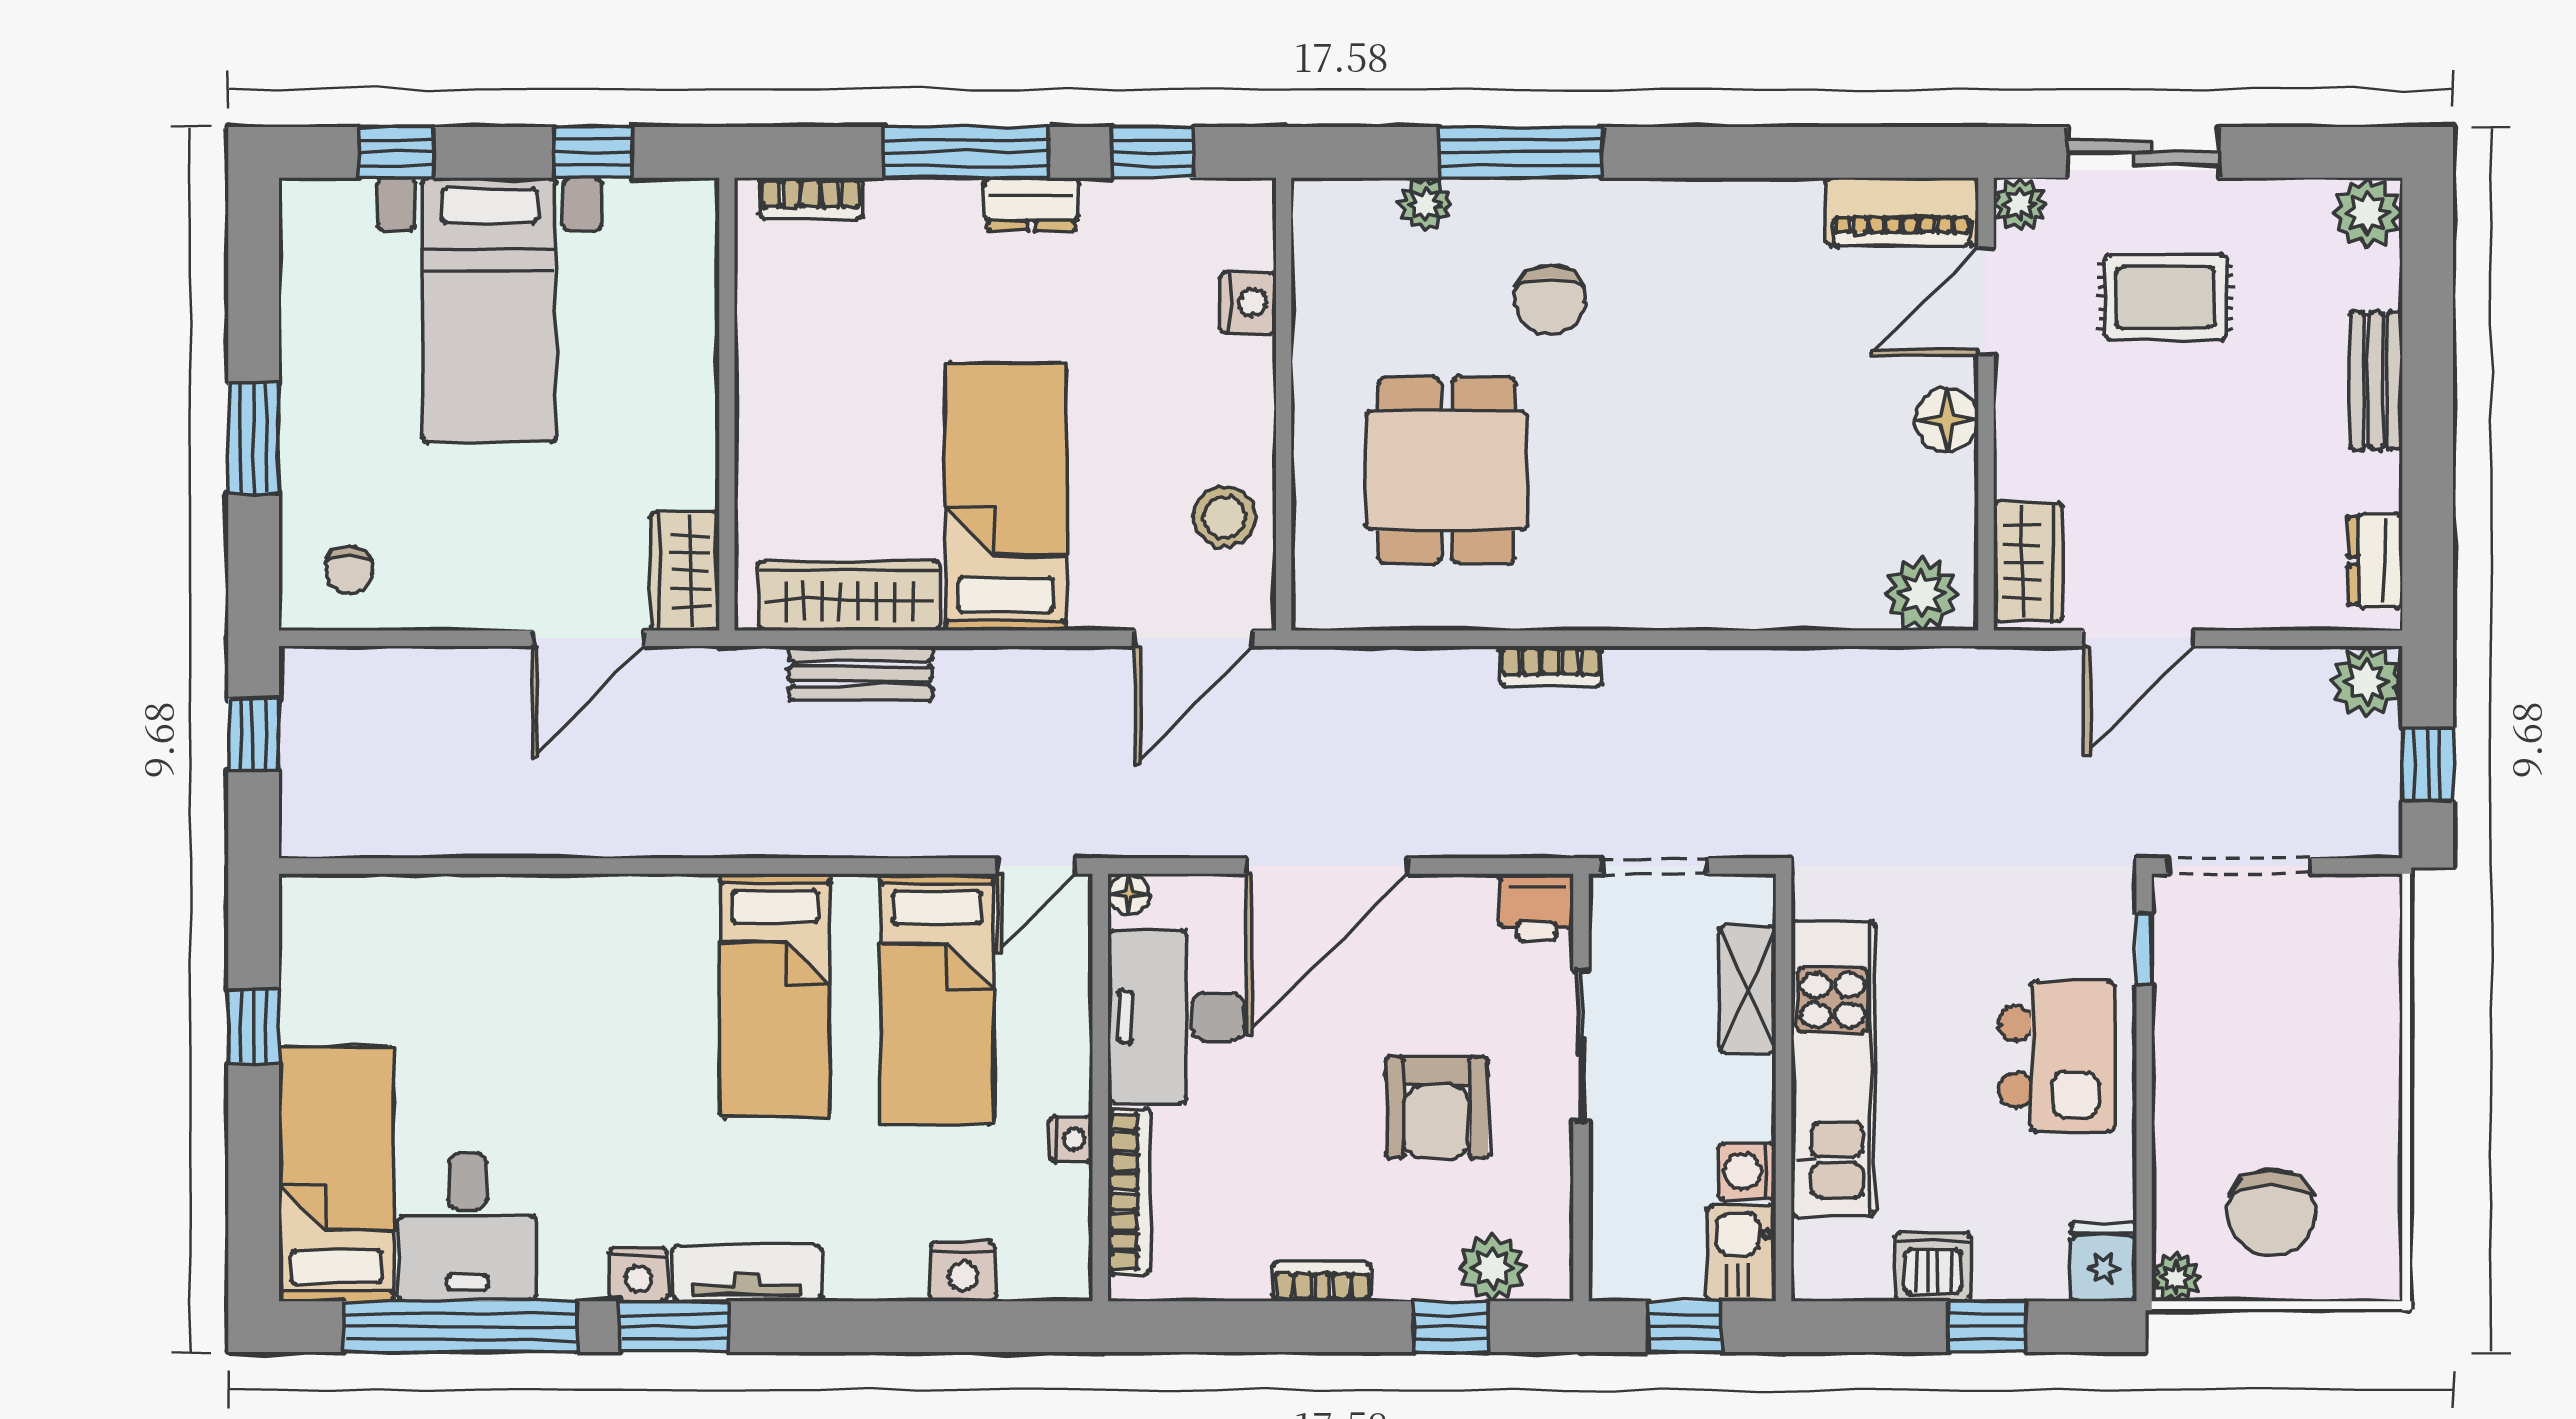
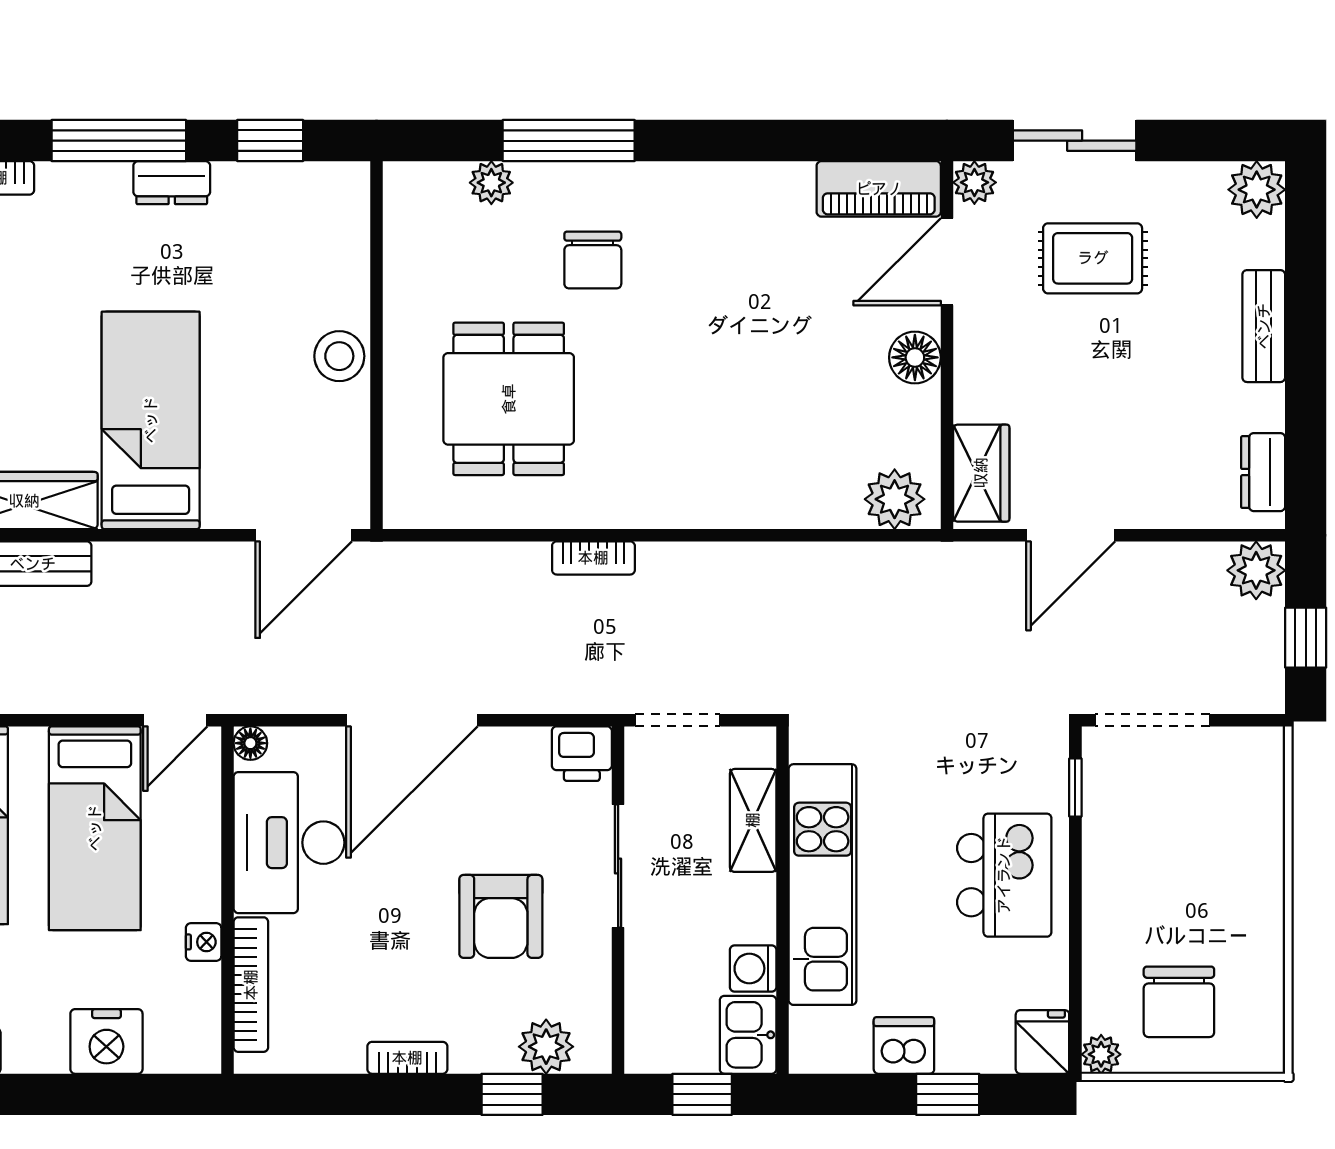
nightstand: (1248, 303) -> (348, 263), removed
stool: (1225, 517) -> (339, 356), moved
nightstand: (963, 1271) -> (106, 1041), width x1.36, depth x1.33

